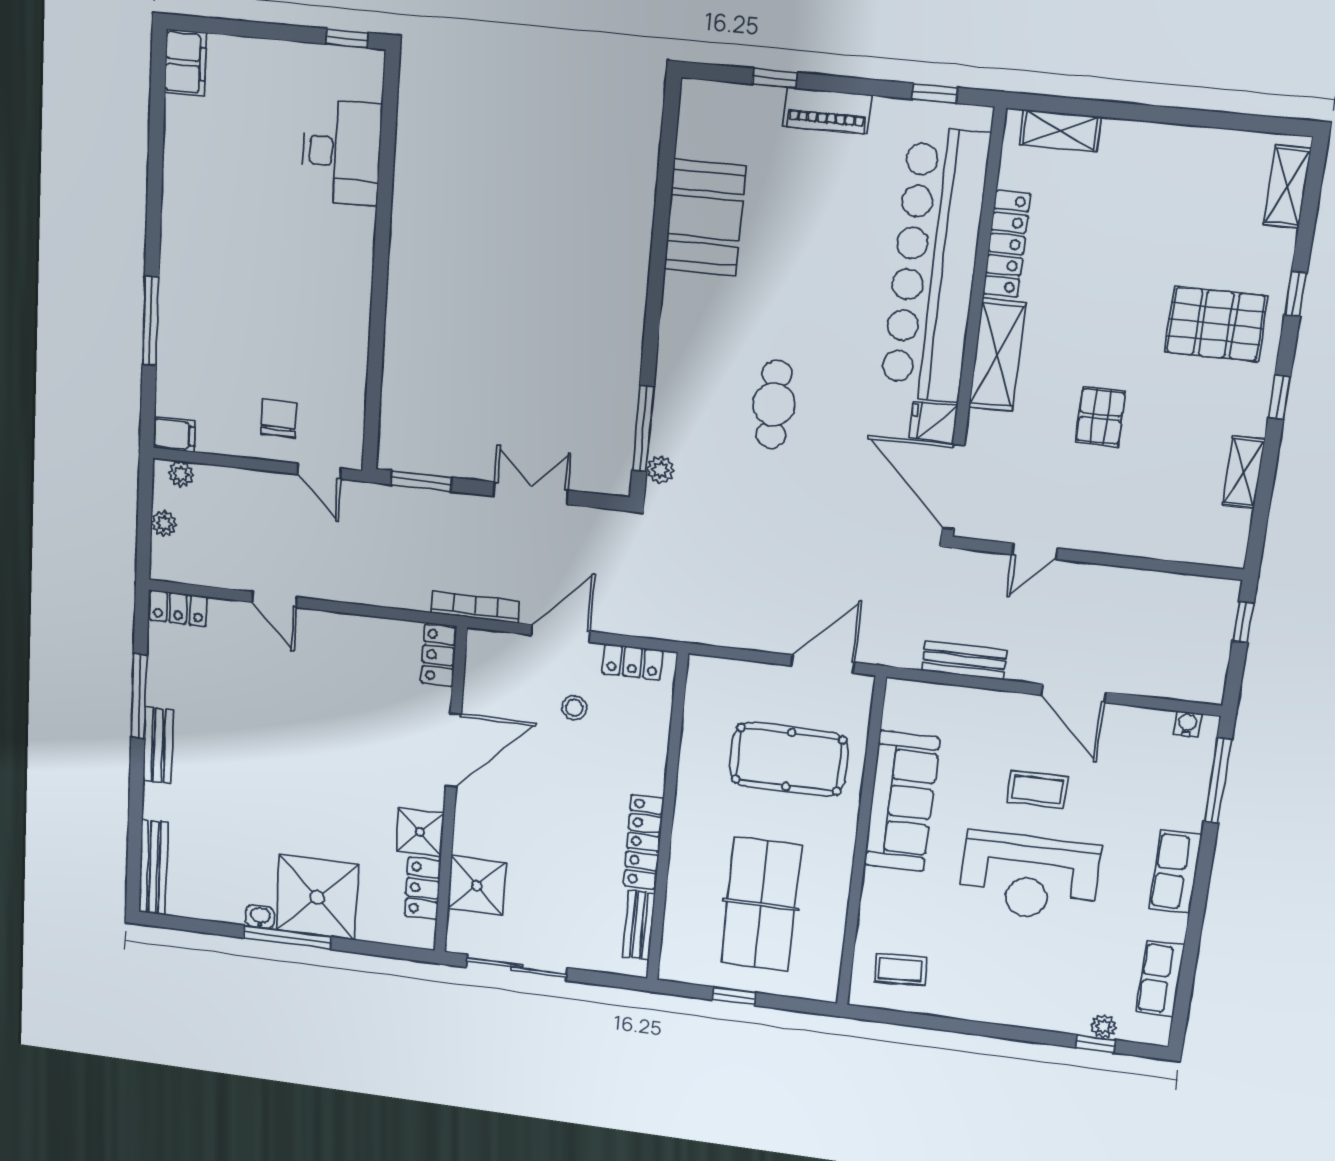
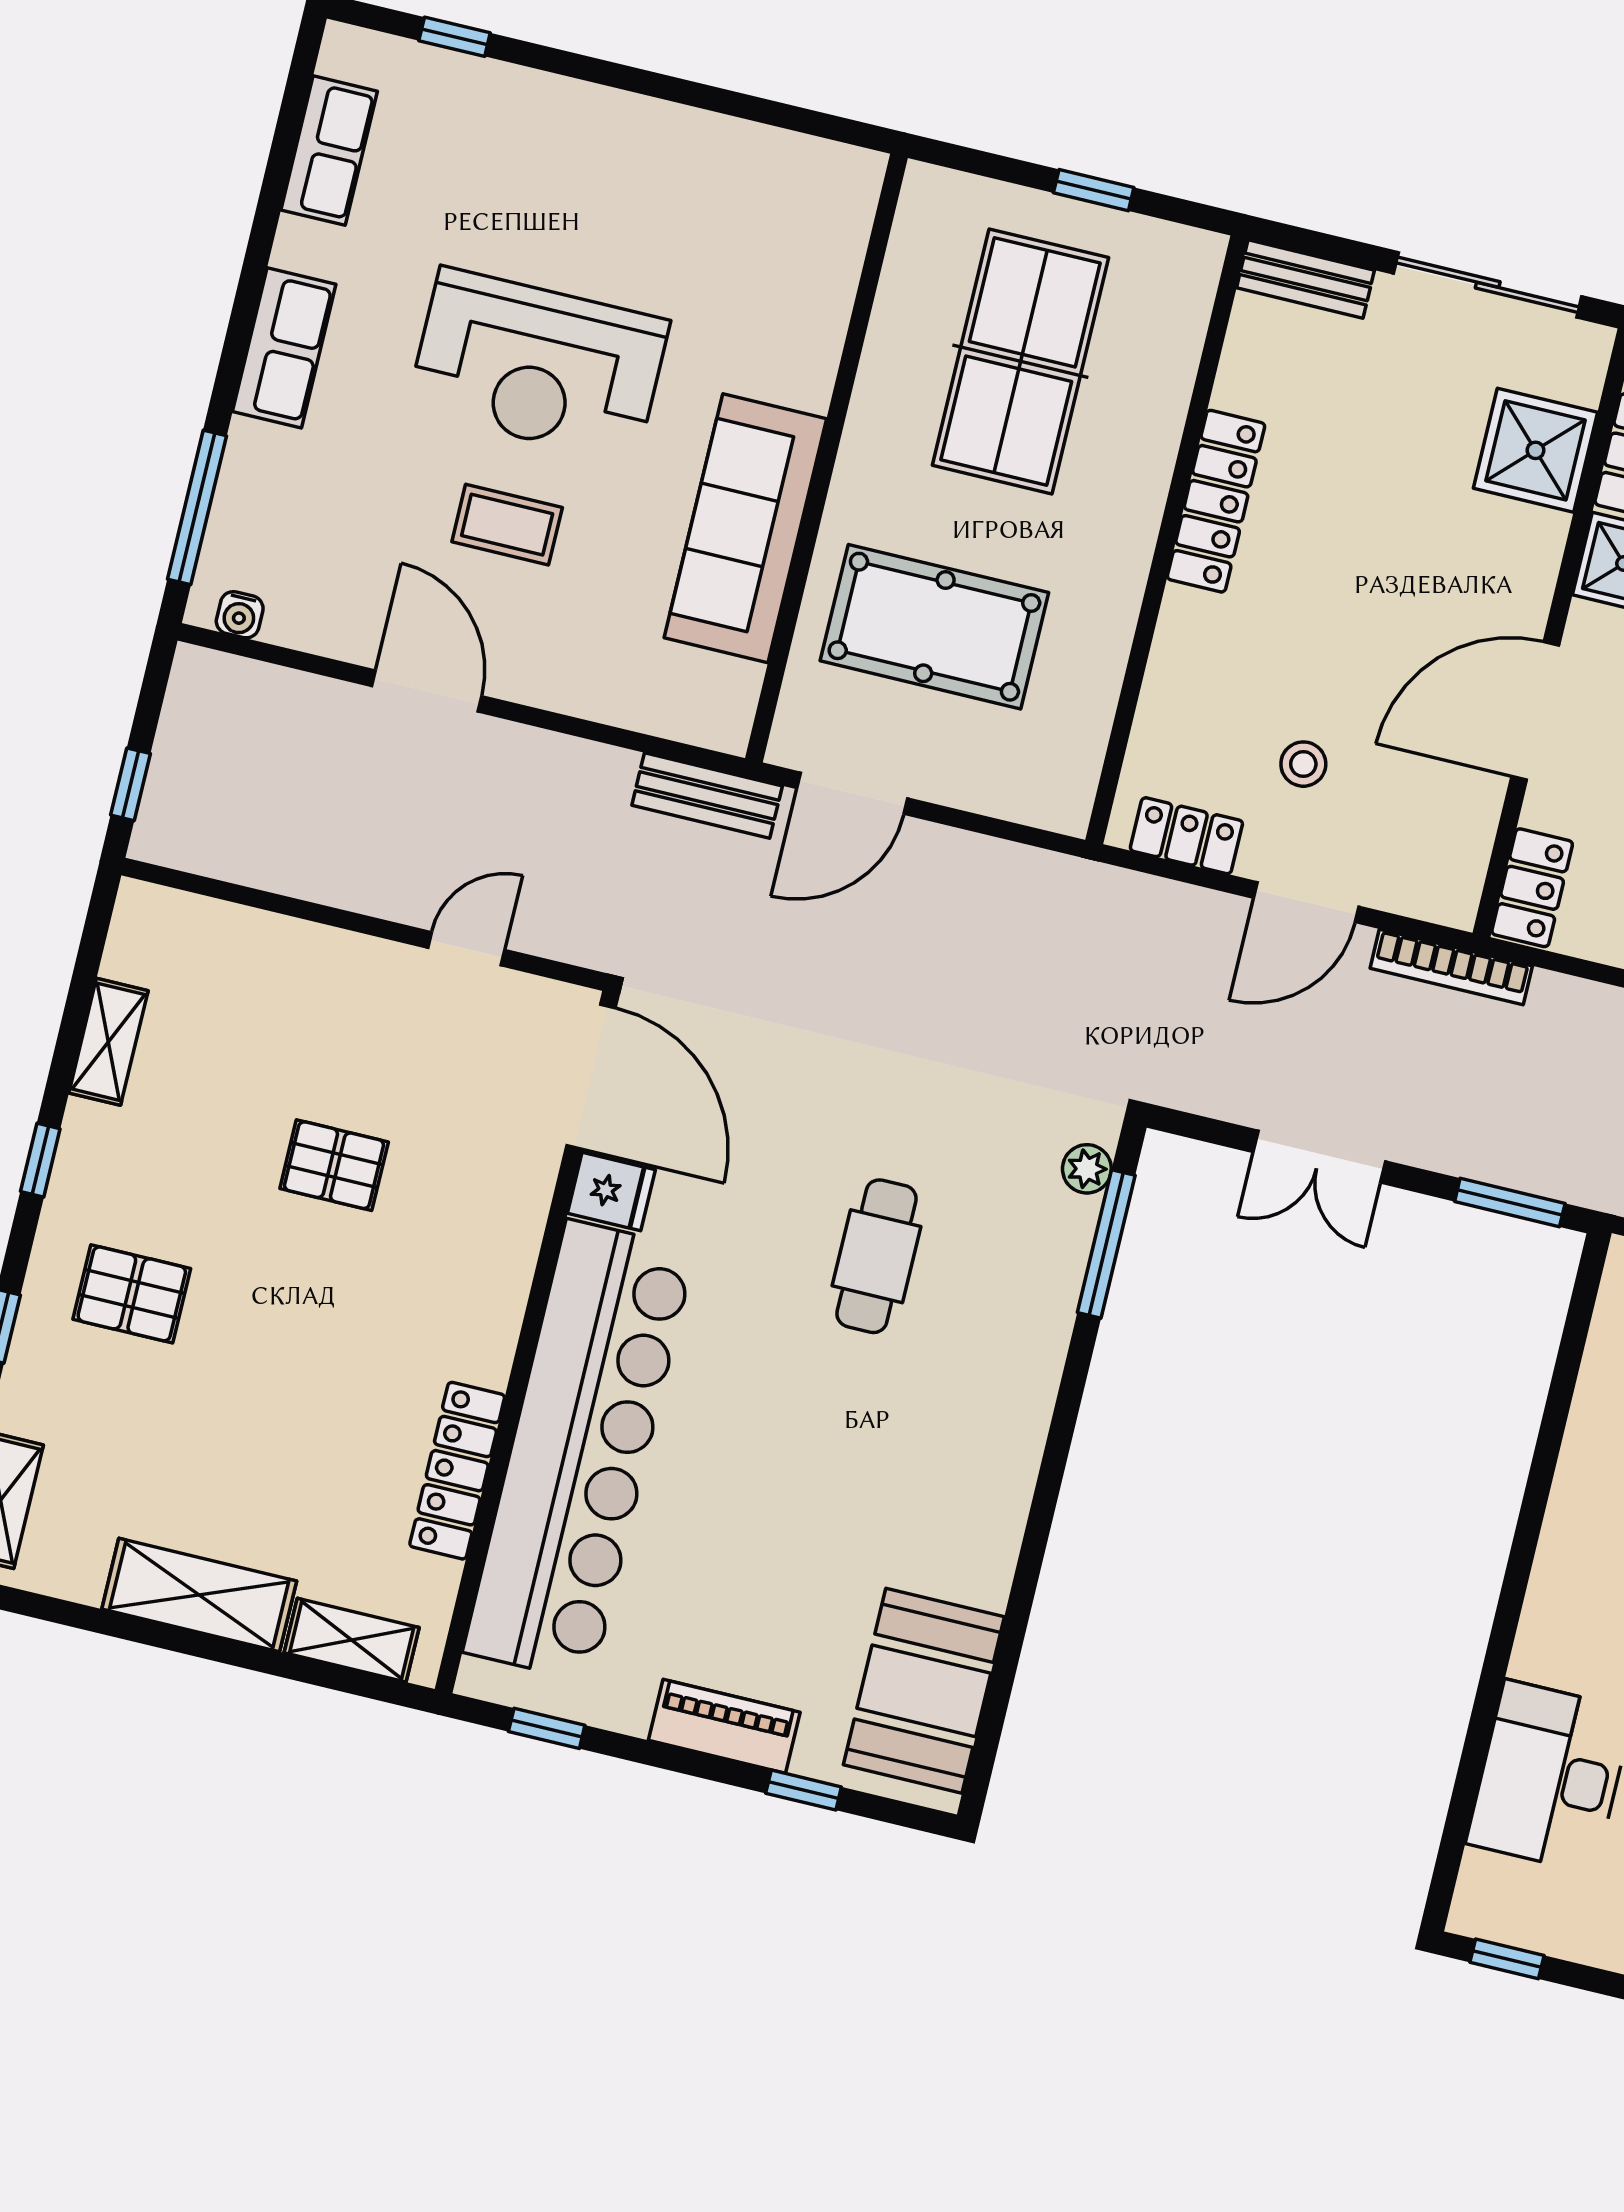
booth: (705, 218) -> (924, 1691), moved
pallet: (1216, 324) -> (132, 1294), width x0.67, depth x0.71
shelving: (997, 355) -> (199, 1595), moved, turned 90
pallet: (1100, 417) -> (334, 1165), turned 90
bench: (964, 660) -> (707, 796), moved
reception desk: (1029, 877) -> (538, 365), turned 180
bench: (639, 925) -> (1305, 279), moved, turned 90
coffee table: (900, 969) -> (786, 213), removed
plant: (1104, 1027) -> (437, 69), removed

